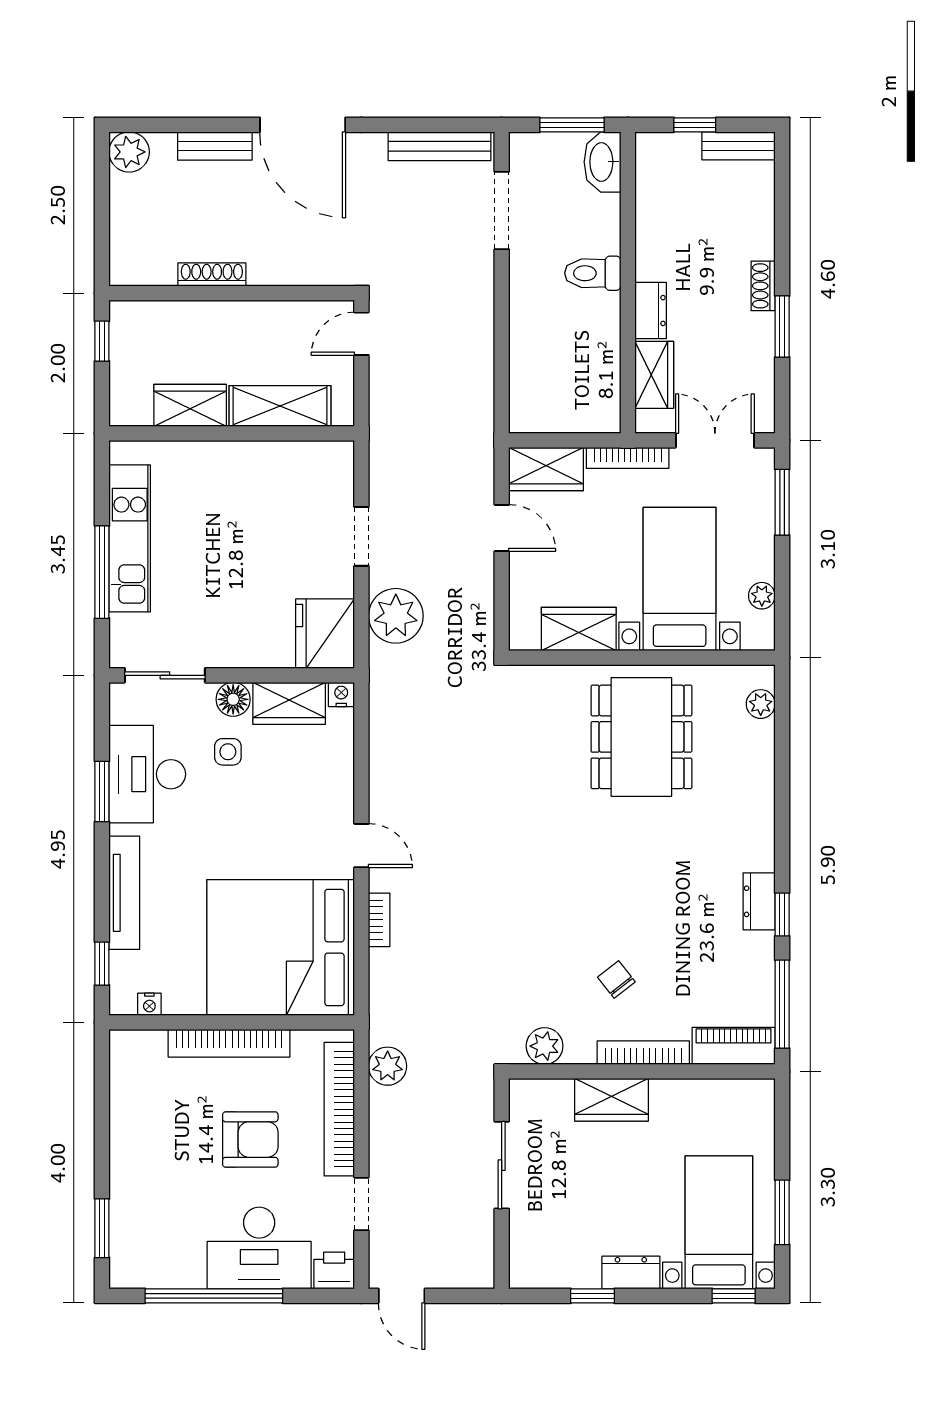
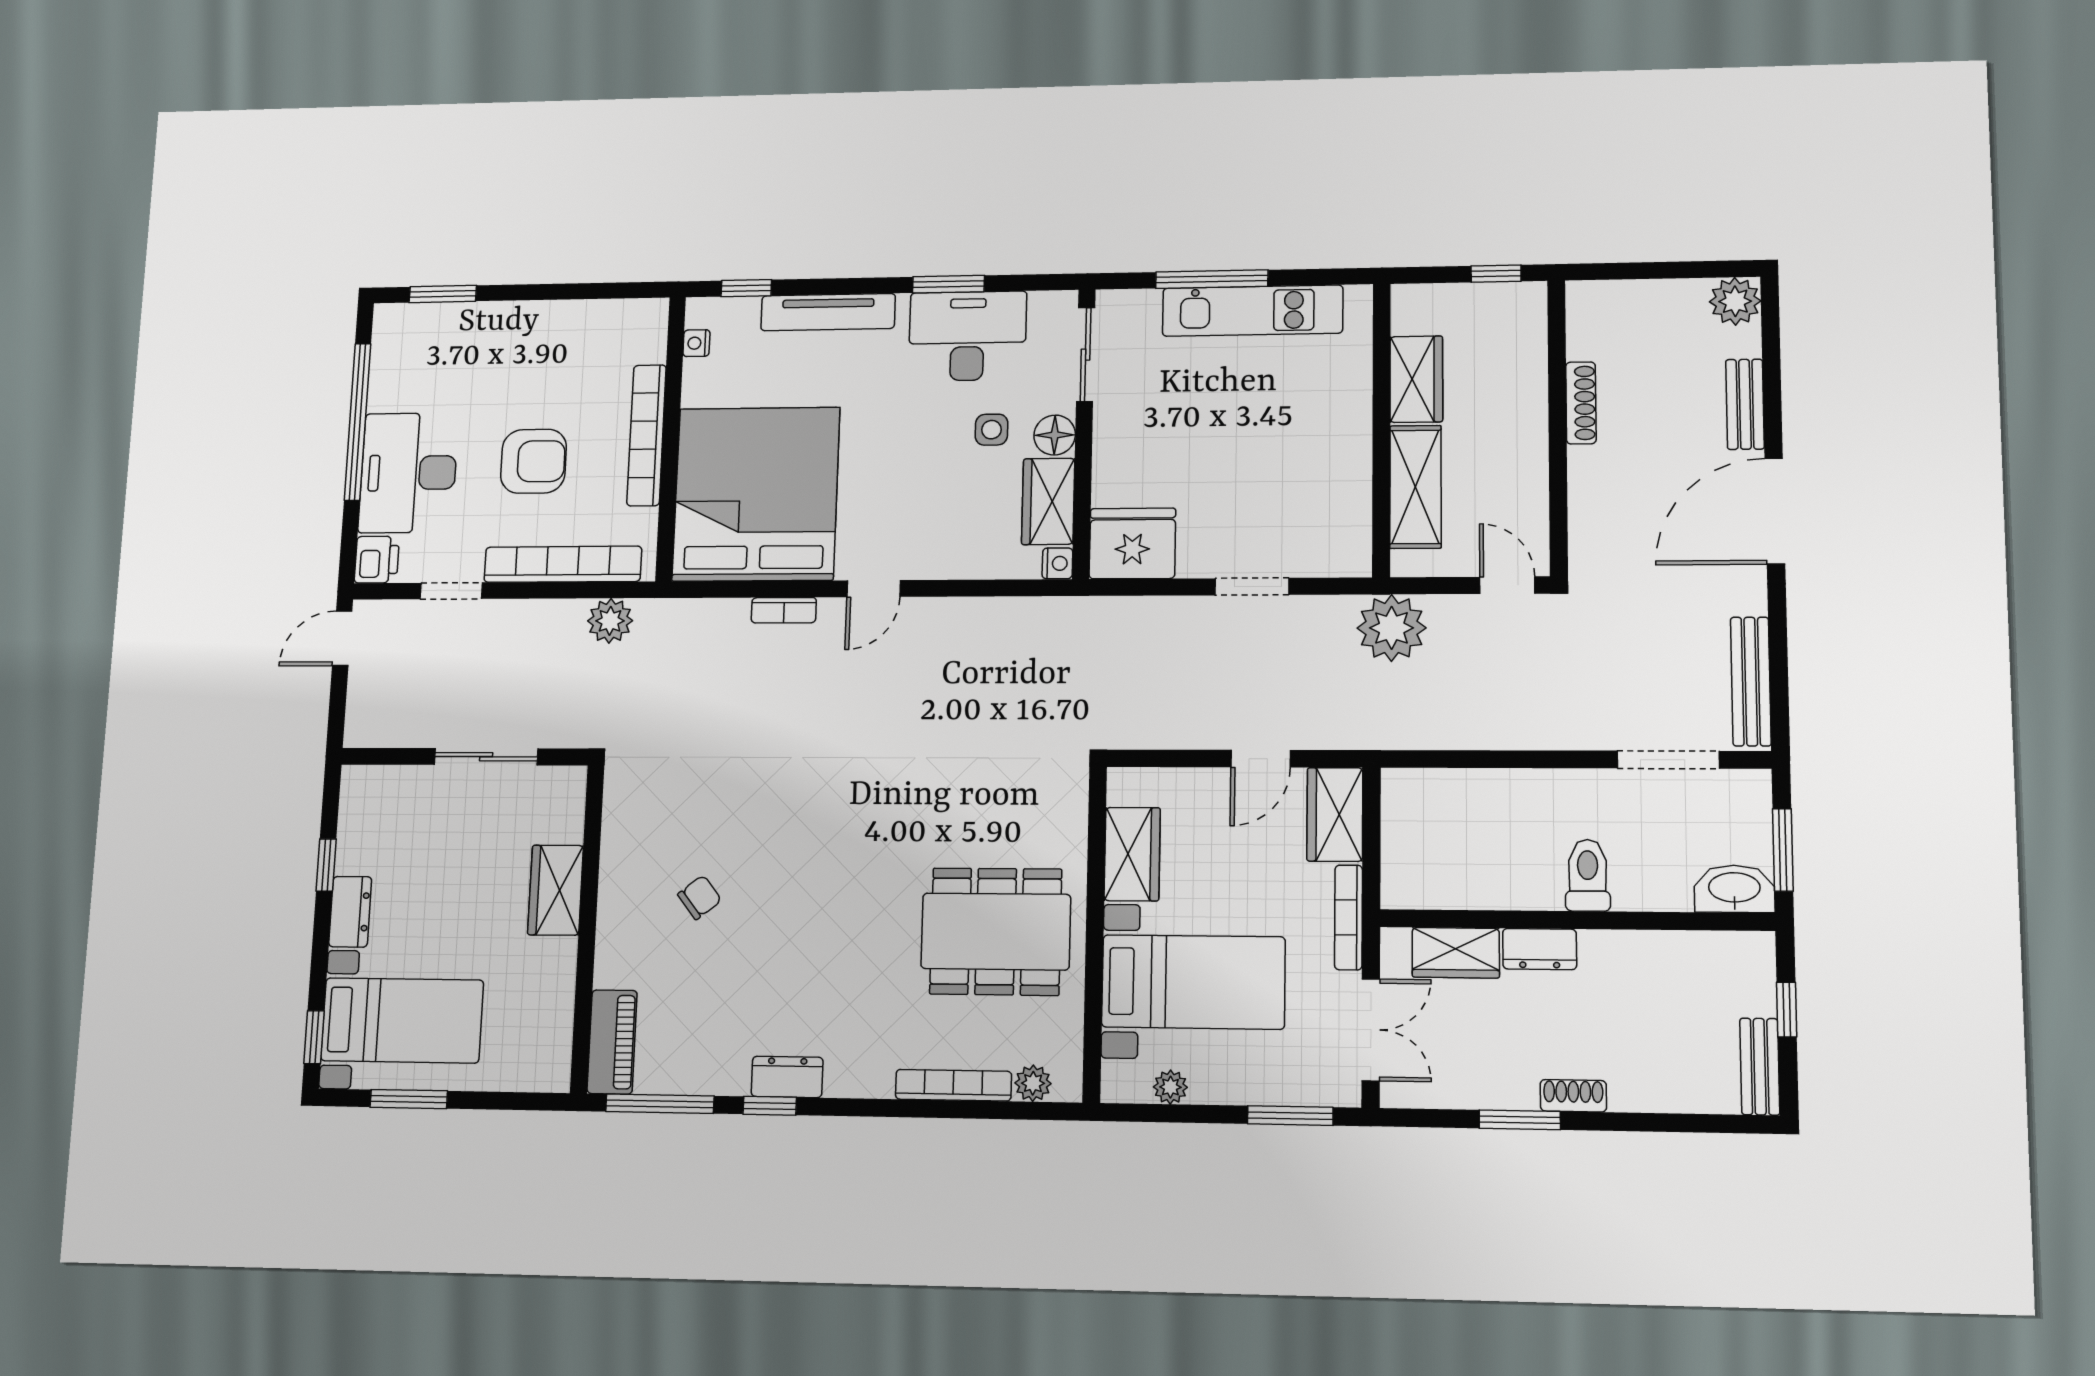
plant: (396, 616) -> (1392, 628), moved
plant: (545, 1046) -> (624, 809), removed
bookcase: (643, 1053) -> (953, 1085), moved, turned -90
armchair: (250, 1140) -> (534, 461), turned -90

